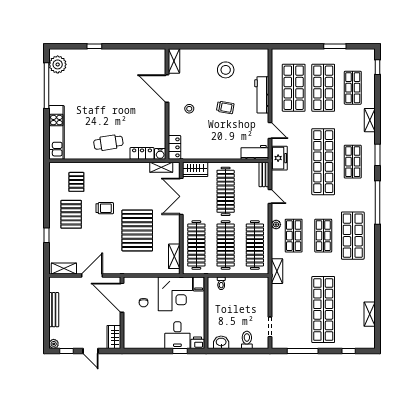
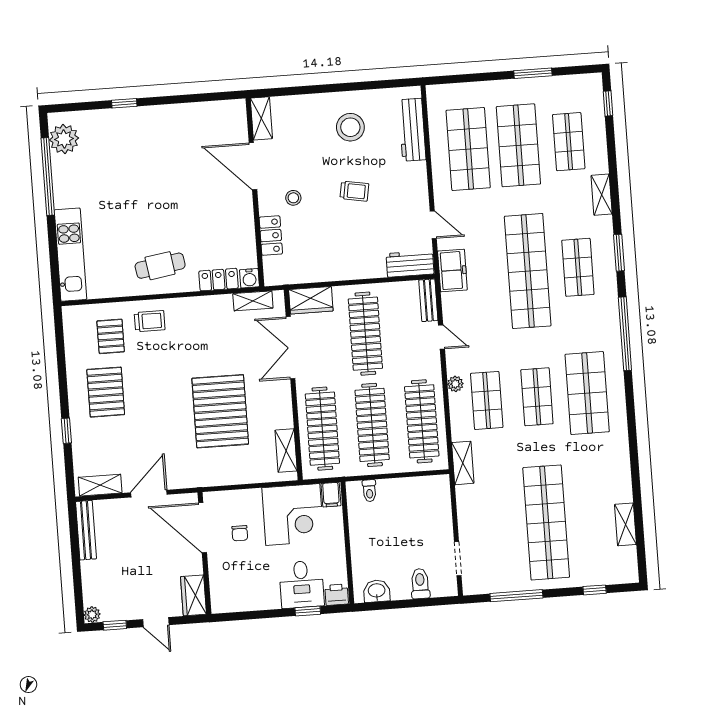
workbench: (262, 95) -> (412, 130), moved
locker: (174, 147) -> (271, 236), moved
trolley: (105, 208) -> (150, 321), moved
bench: (54, 310) -> (86, 530), moved

